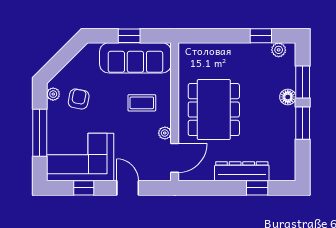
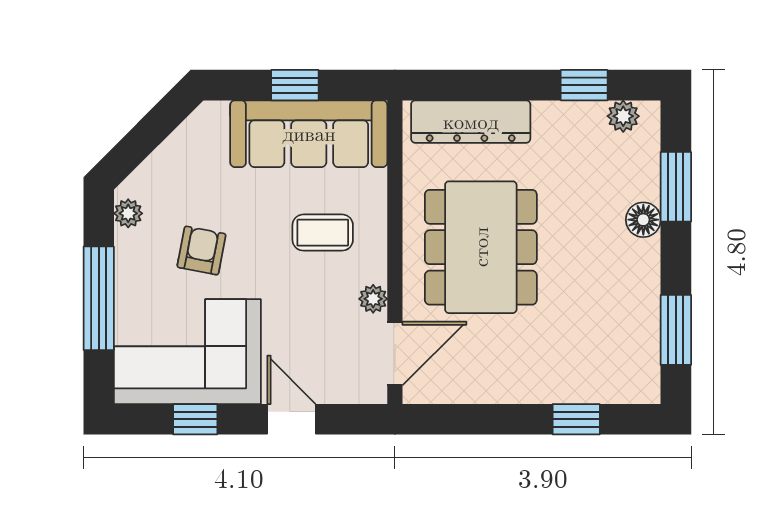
armchair: (79, 99) -> (201, 251), moved
window: (303, 123) -> (676, 330), moved
dresser: (242, 171) -> (471, 122), moved, turned 180

